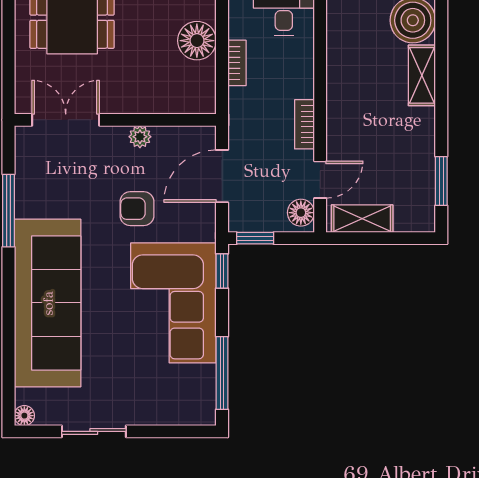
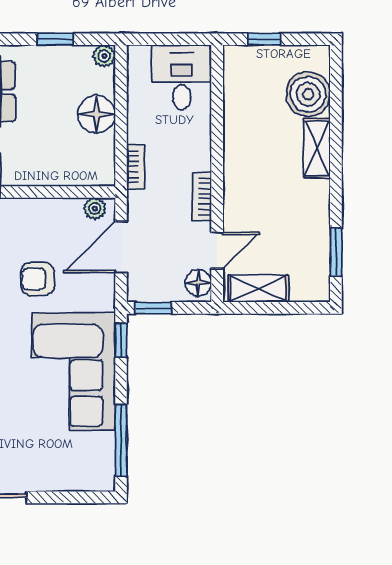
bookcase: (237, 63) -> (136, 167), moved
plant: (140, 137) -> (95, 208), moved

